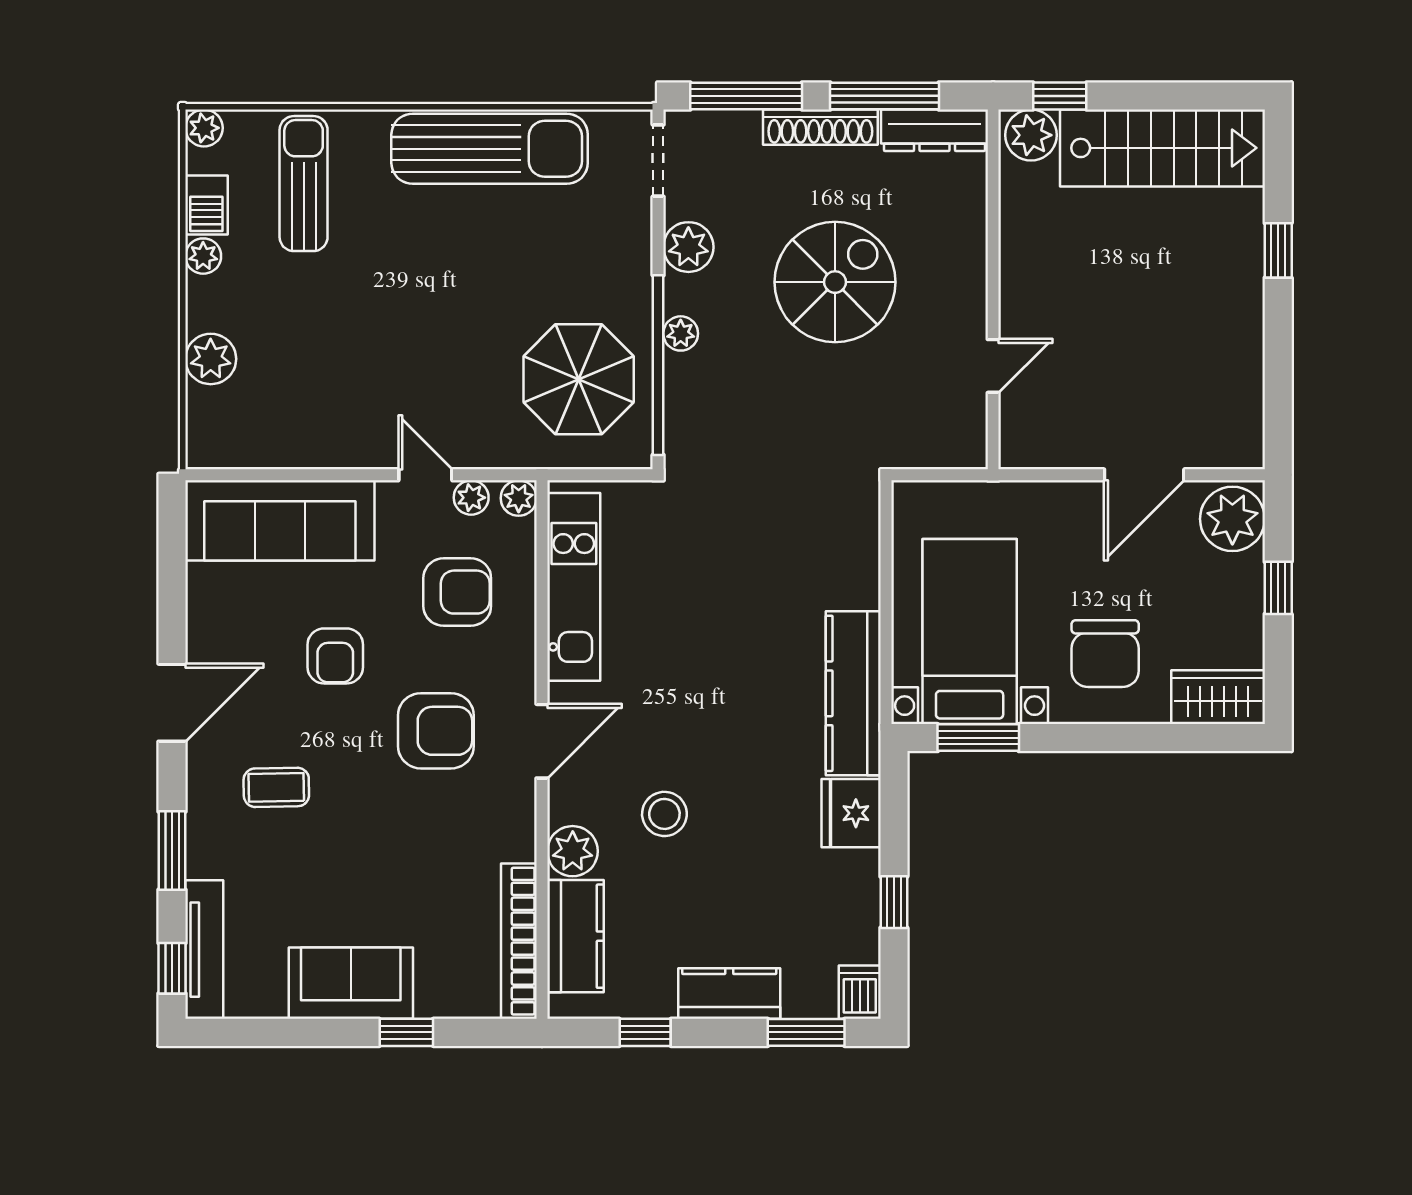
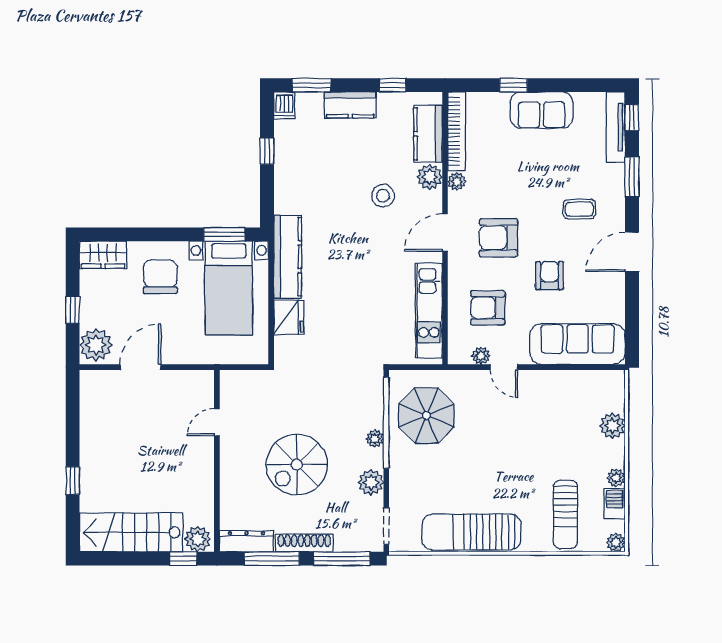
plant: (519, 498) -> (457, 182), moved
fridge: (851, 813) -> (289, 317), moved

